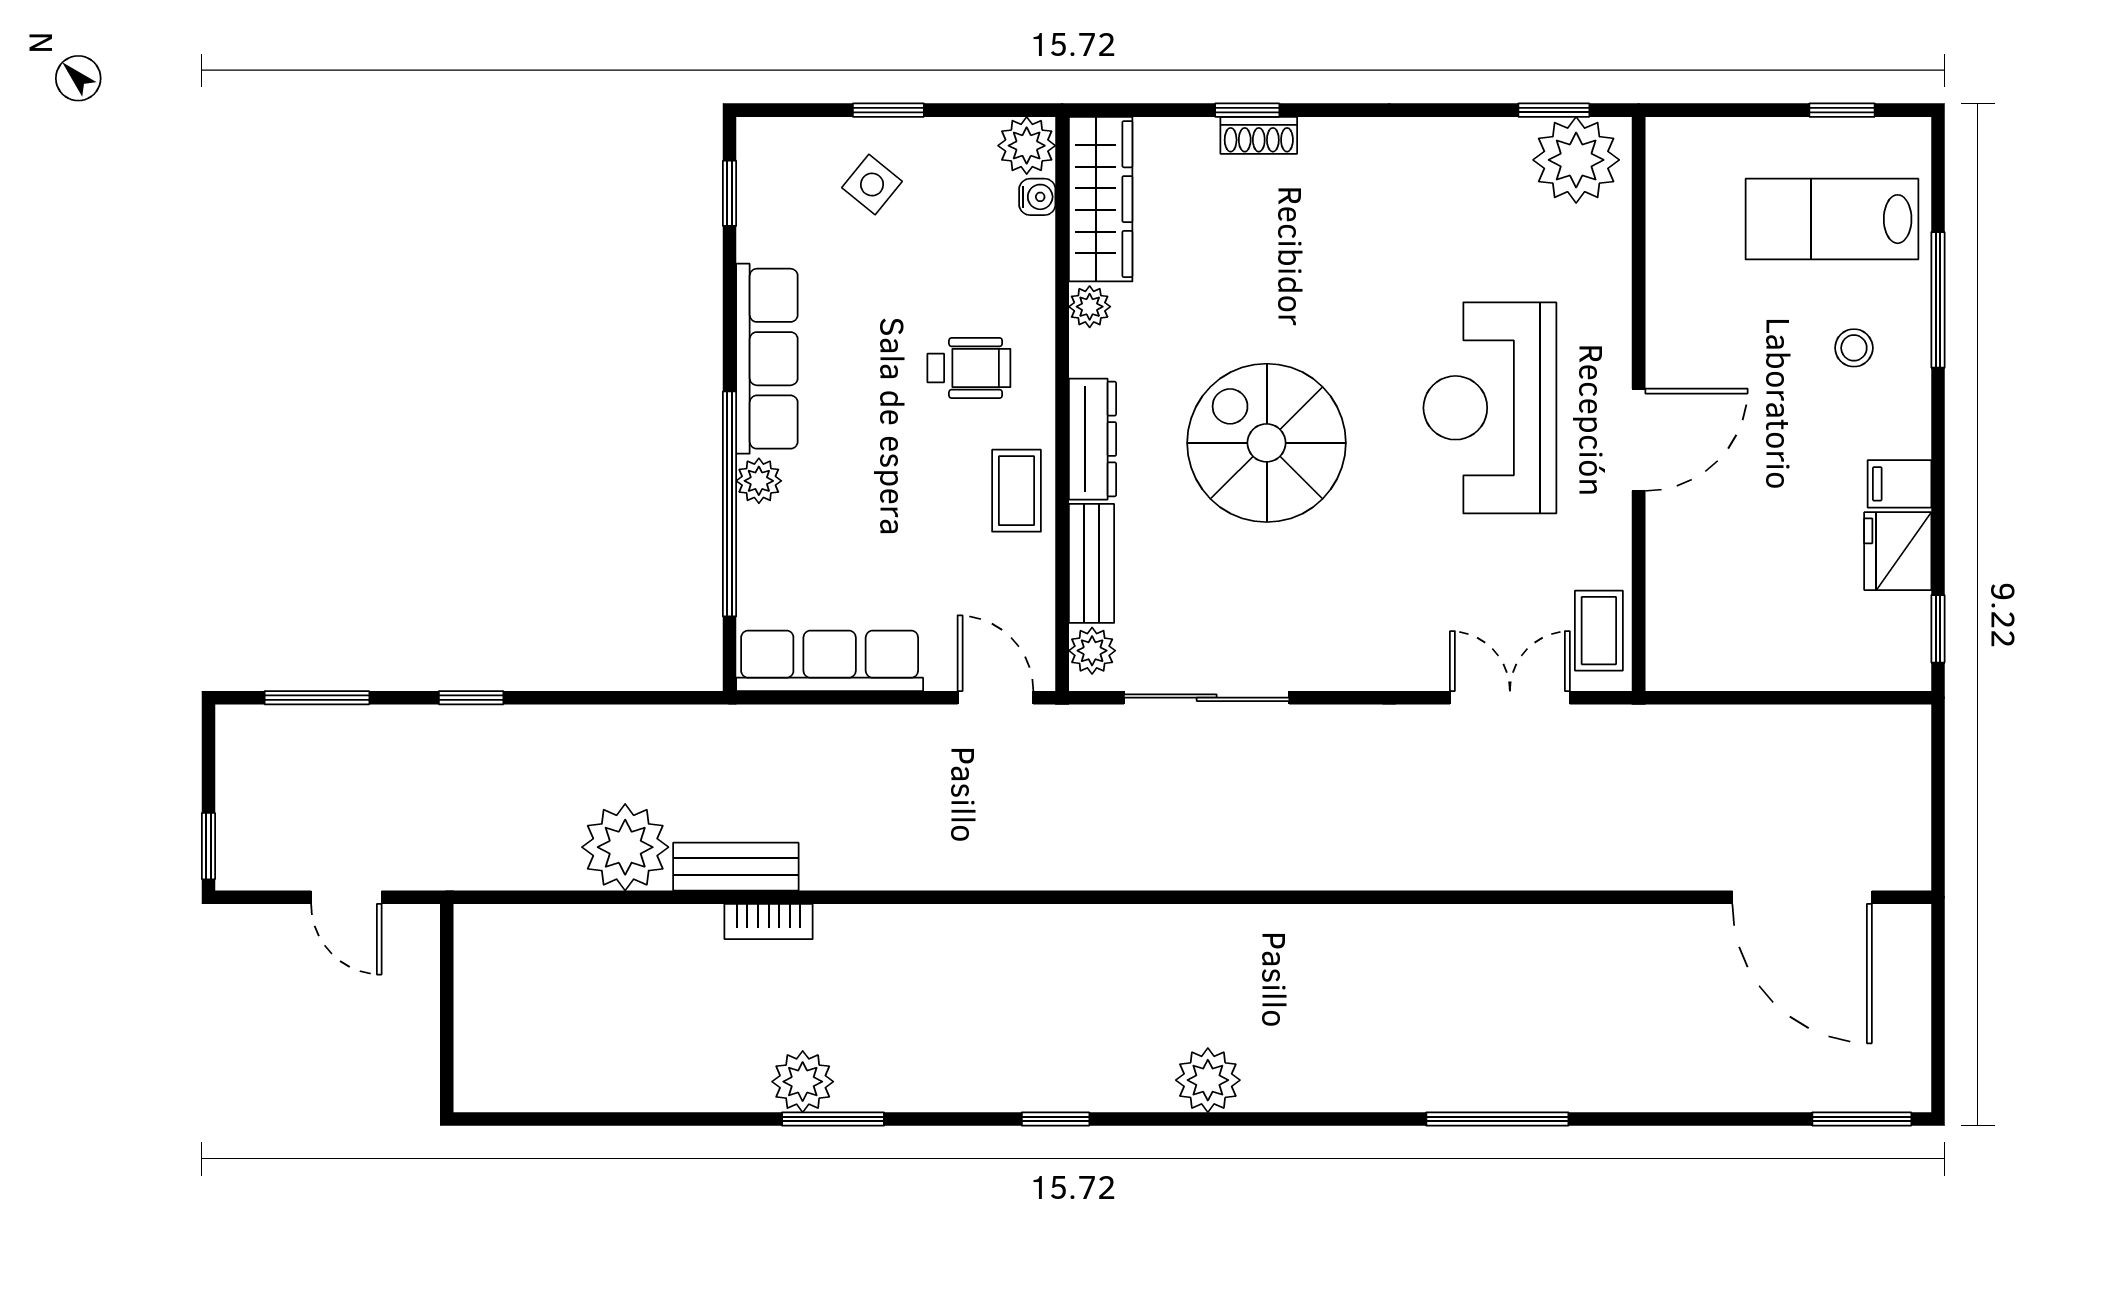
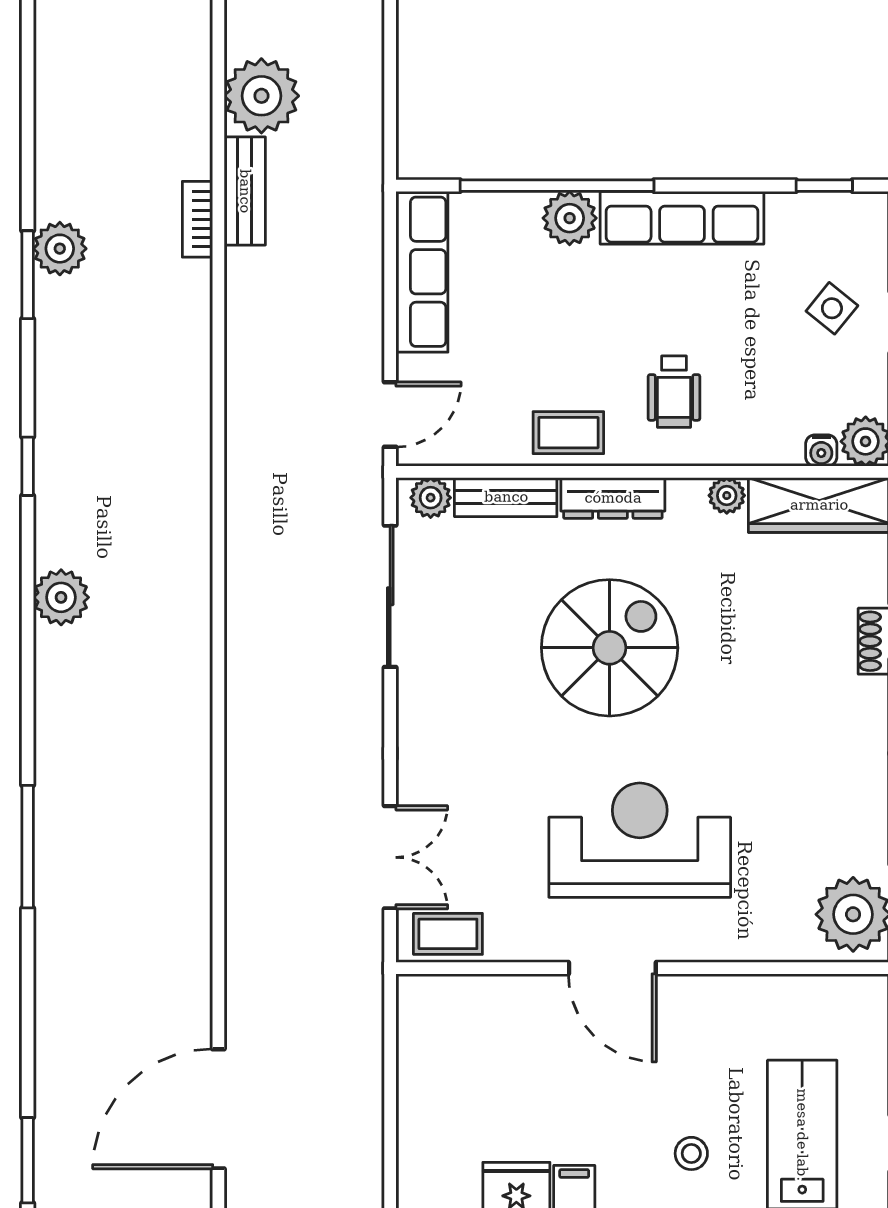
plant: (759, 481) -> (570, 218), width x1.38, depth x1.38

